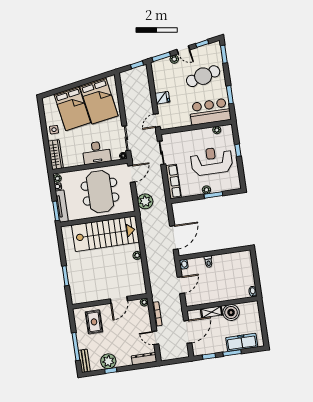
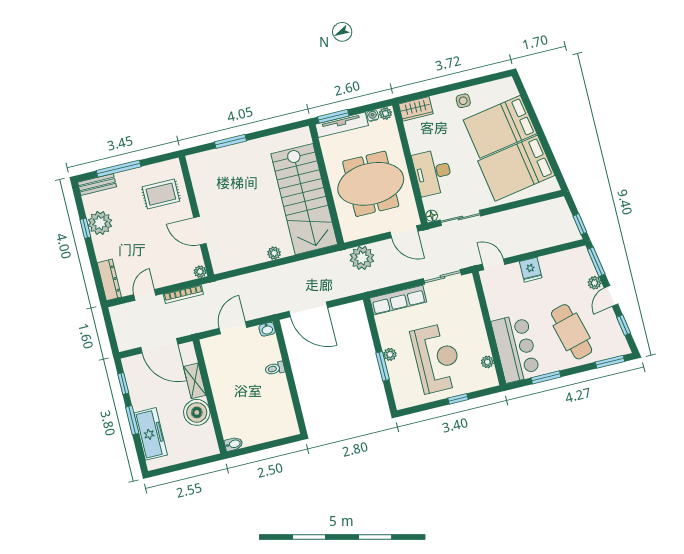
wardrobe: (56, 155) -> (416, 109), width x0.67
door: (181, 285) -> (233, 328), swing flipped

